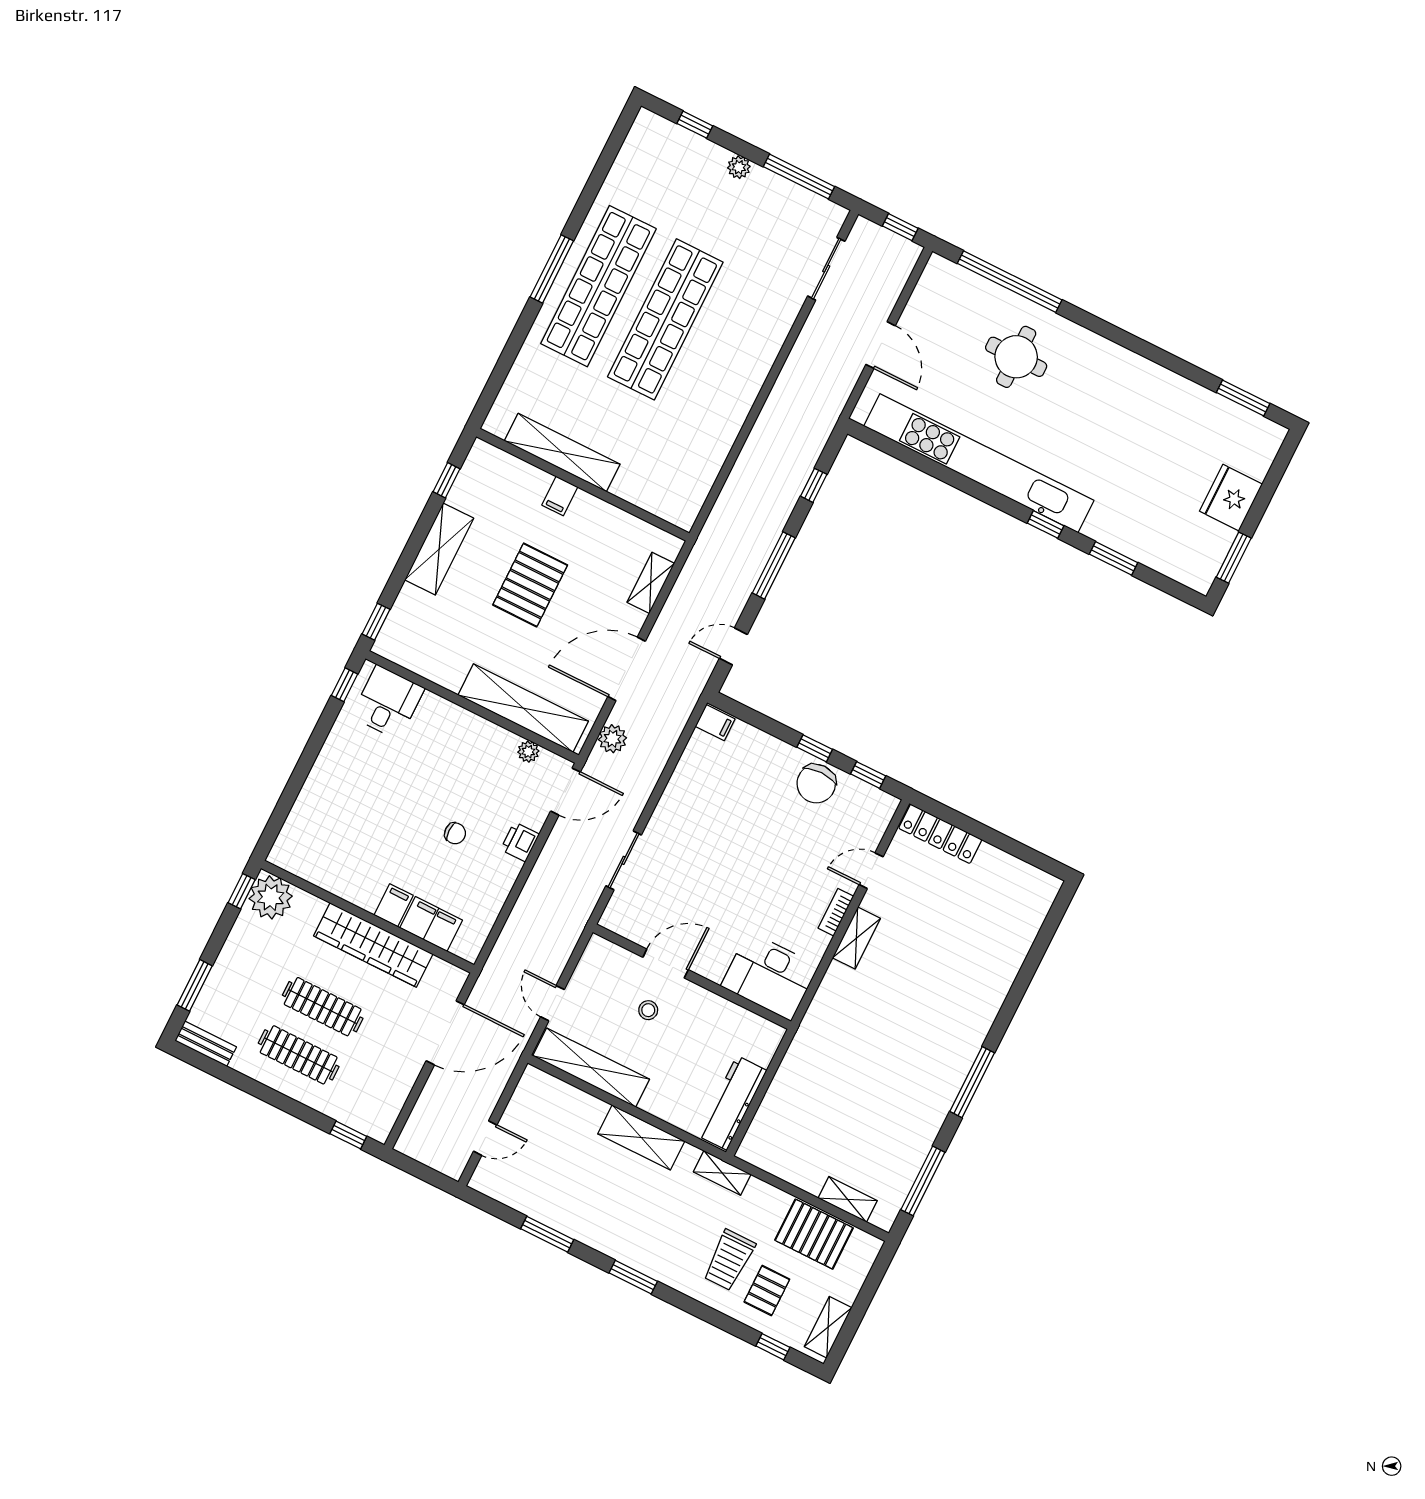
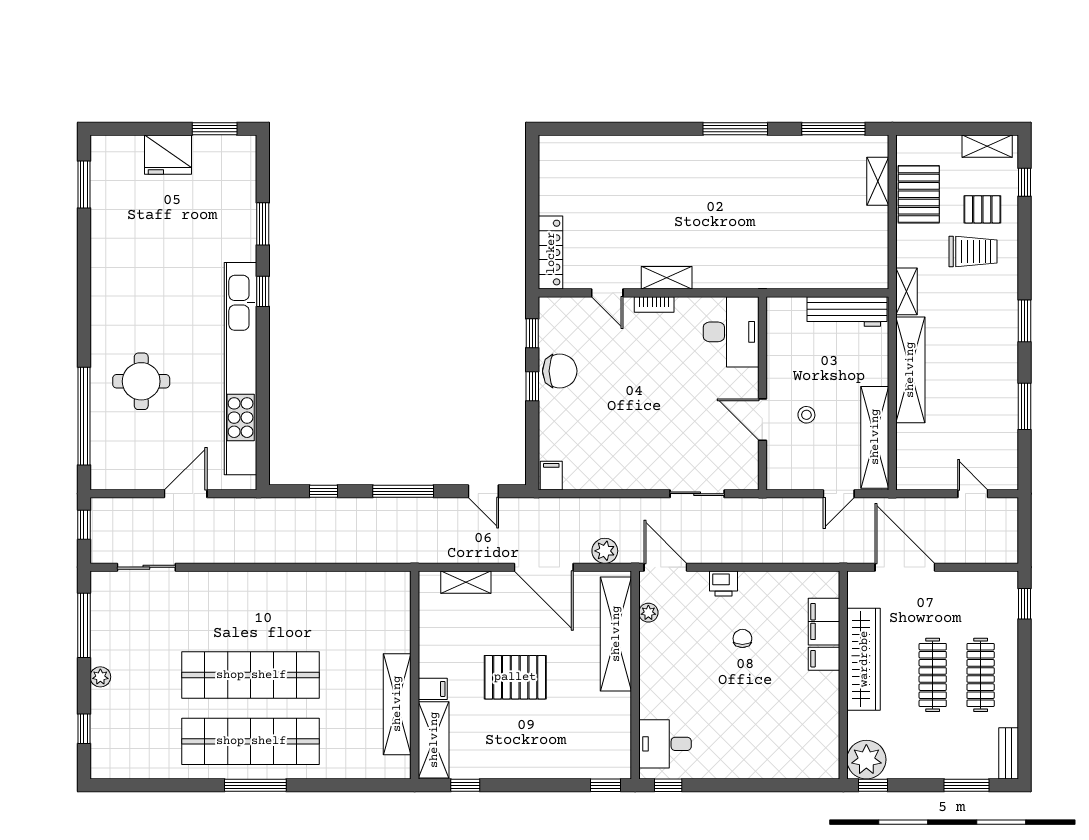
shelving: (439, 549) -> (434, 740), moved, turned 90
shelving: (641, 1137) -> (910, 370), width x1.47

